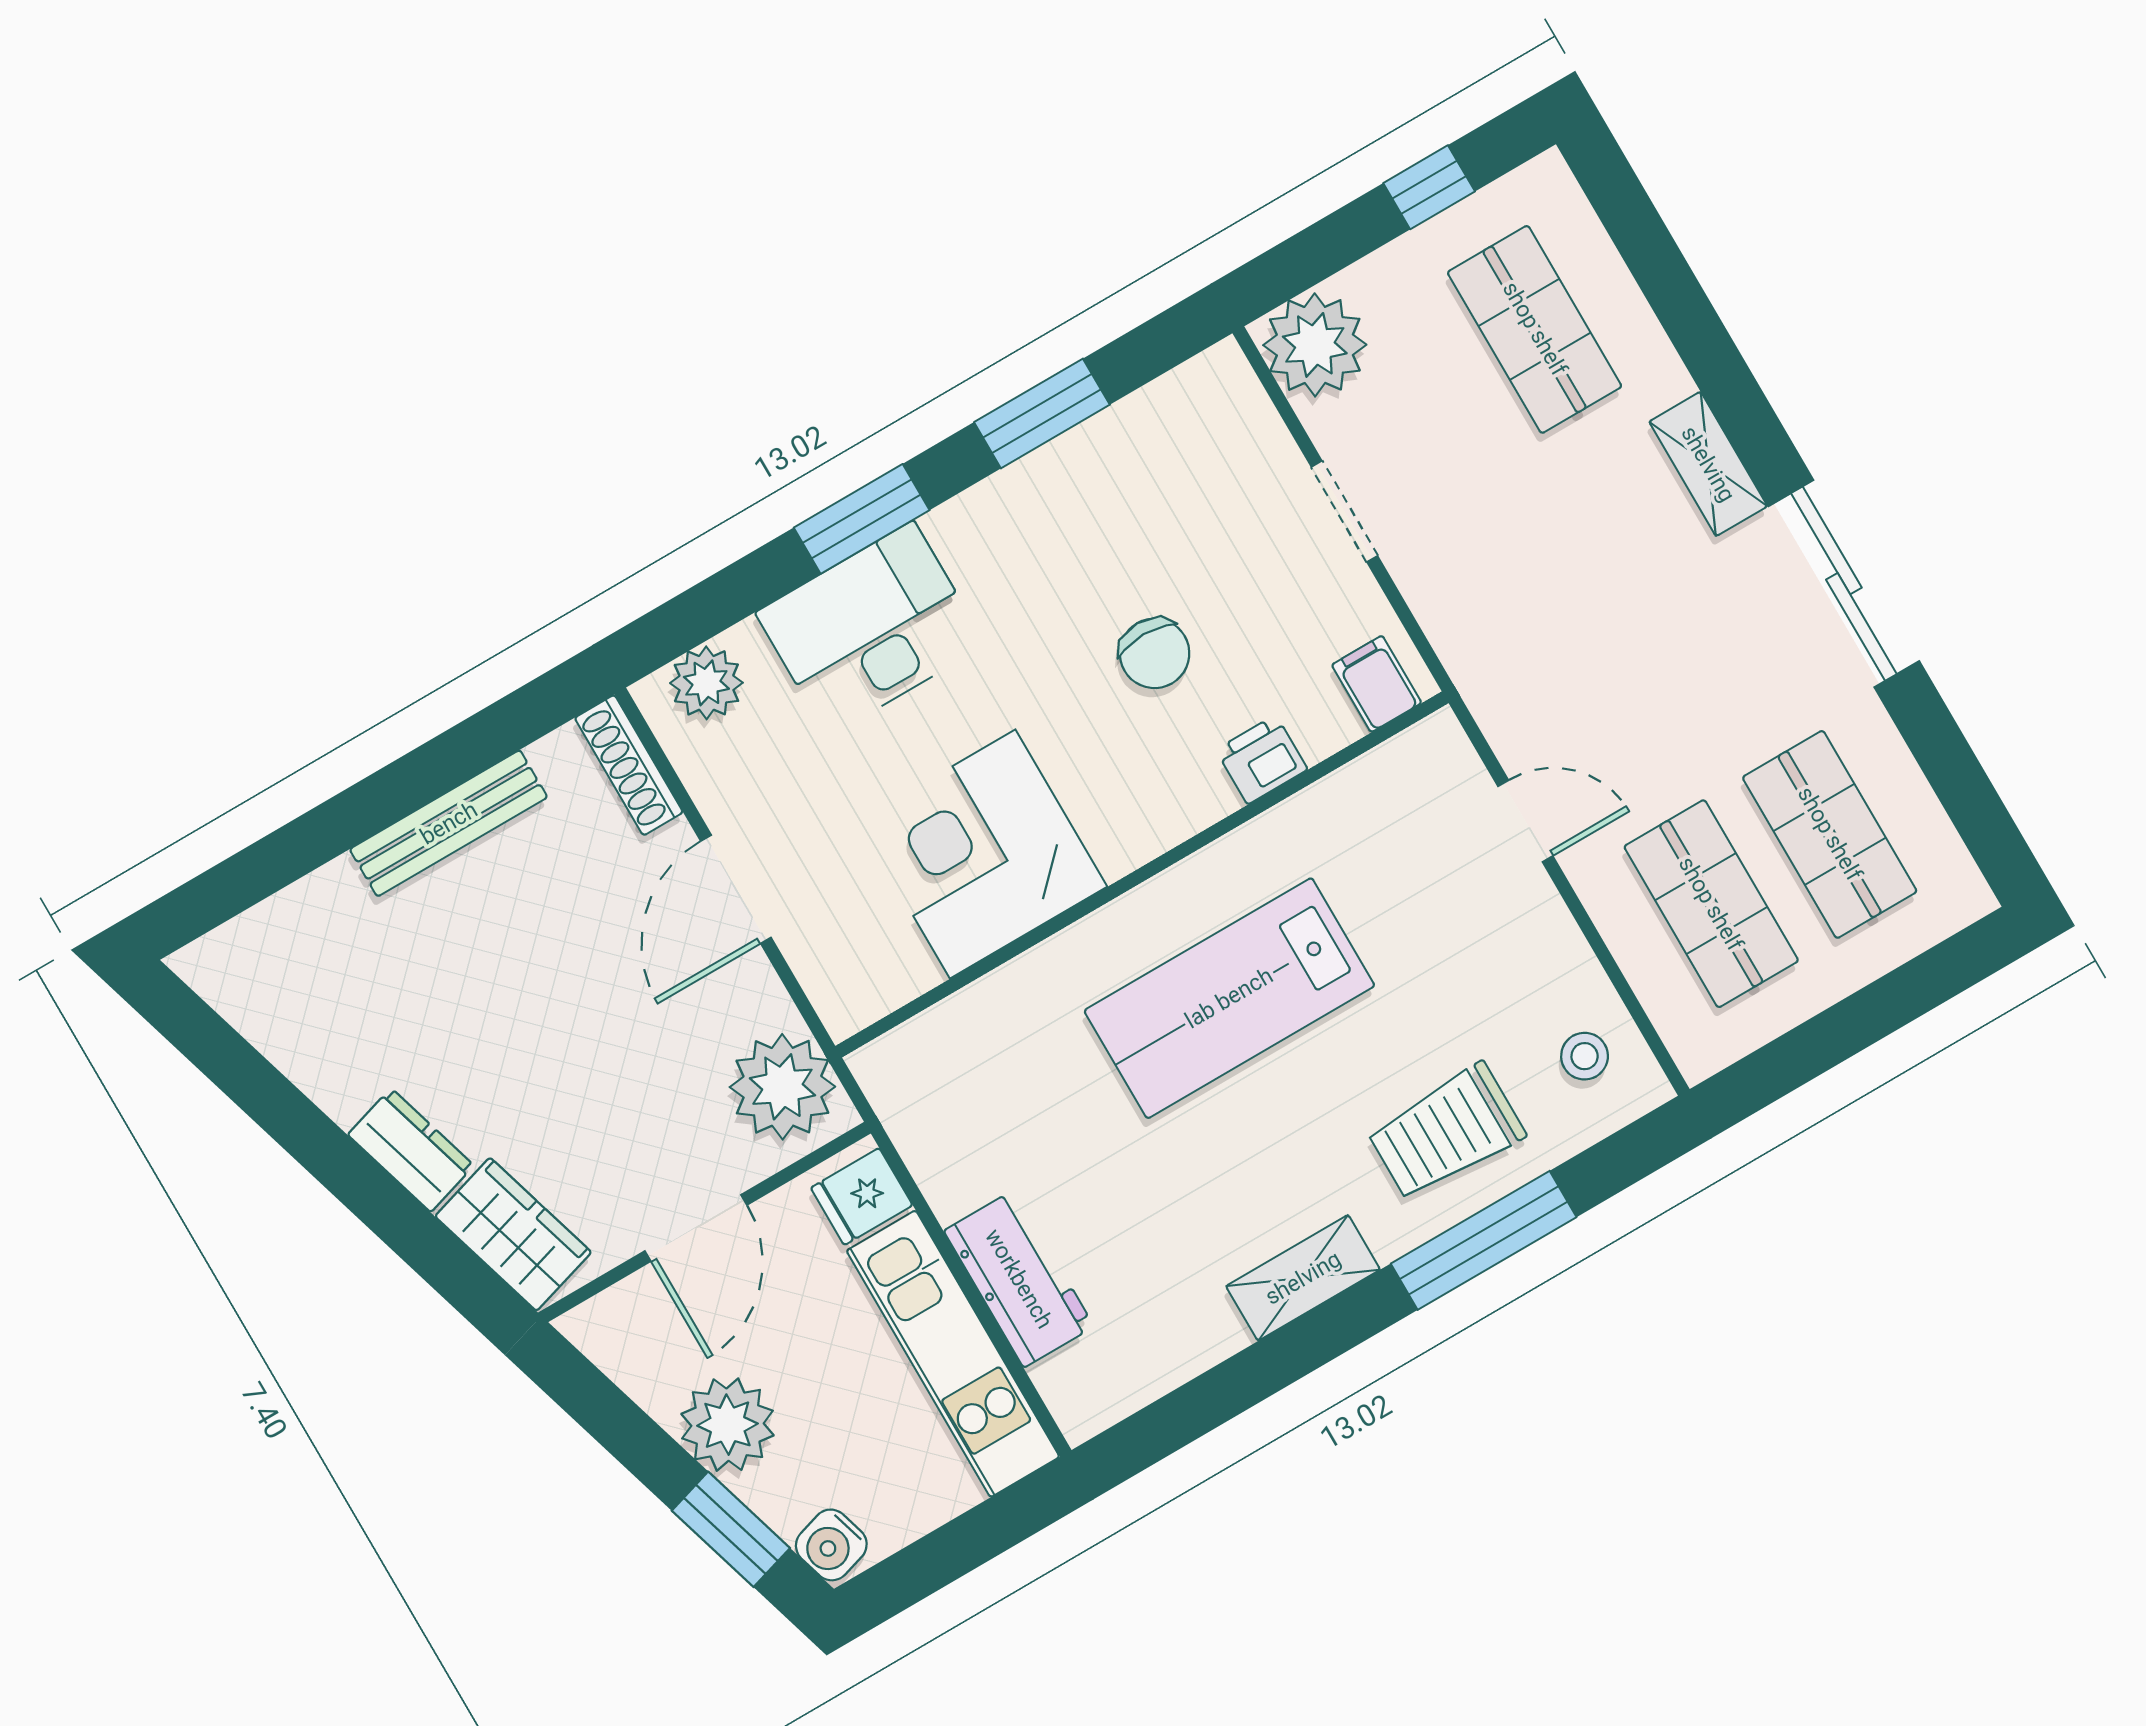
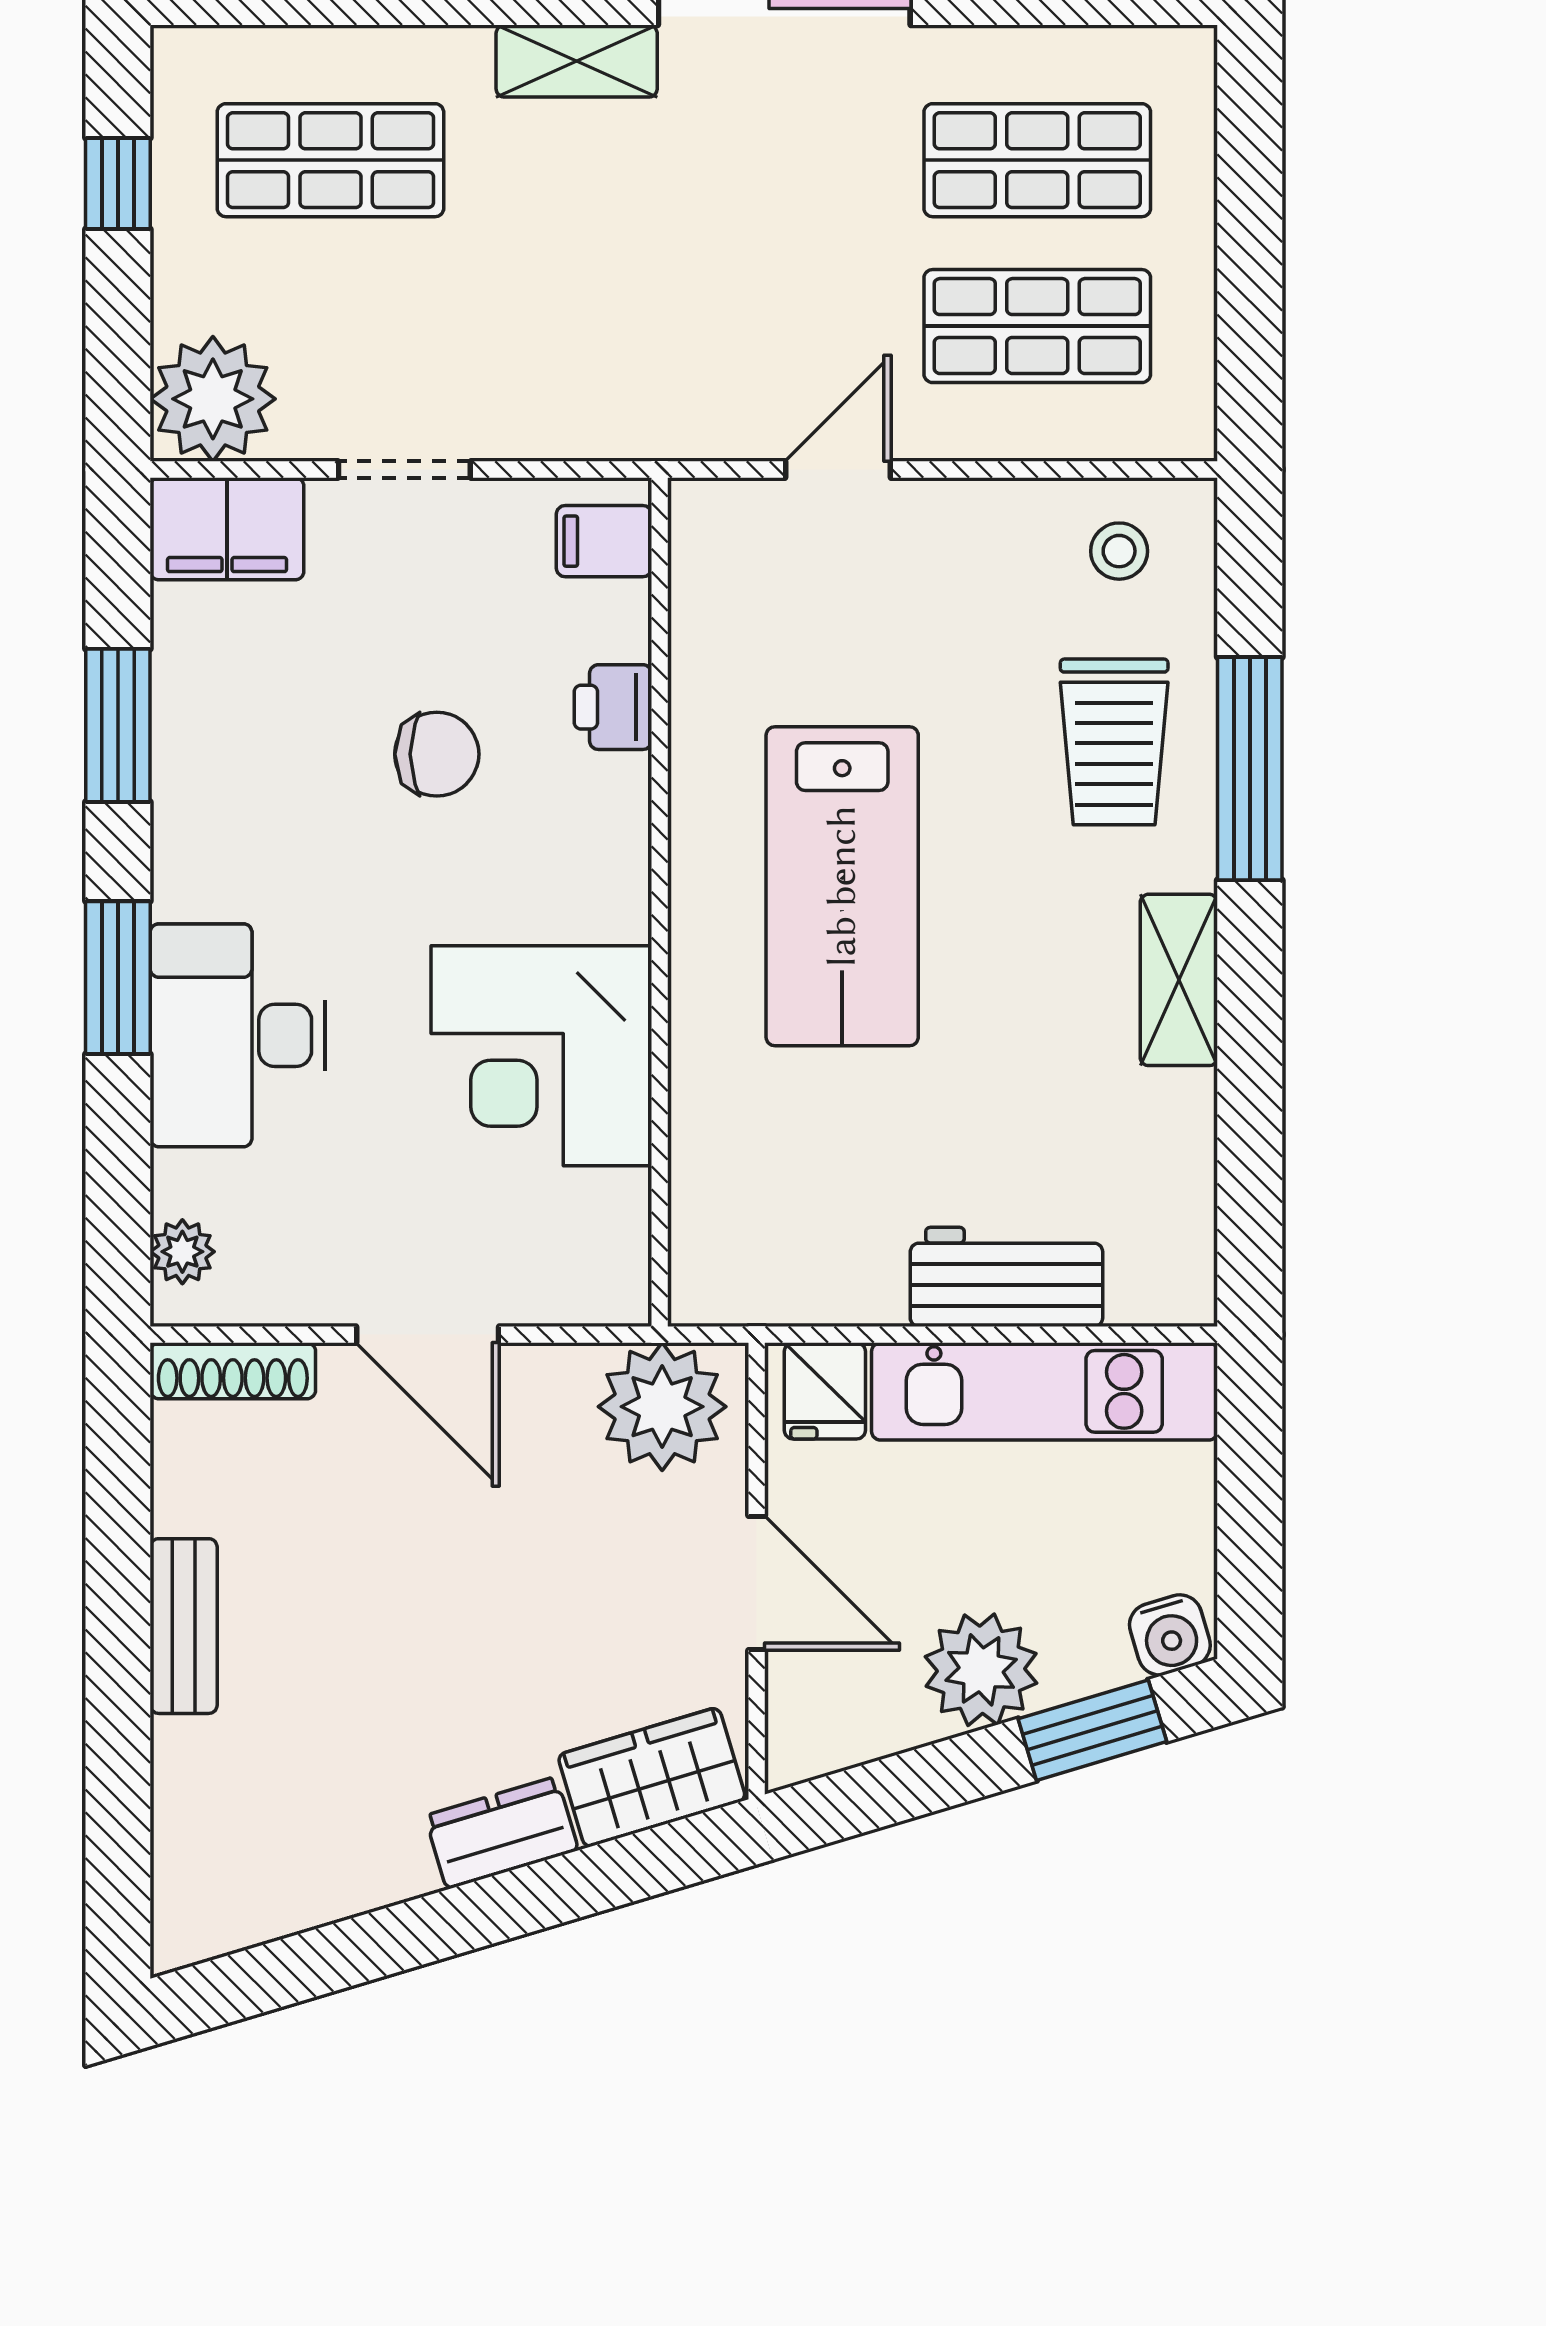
filing cabinet: (1228, 409) -> (227, 529), added
plant: (706, 683) -> (182, 1252), width x0.73, depth x0.73
bench: (449, 823) -> (184, 1626), width x0.73

